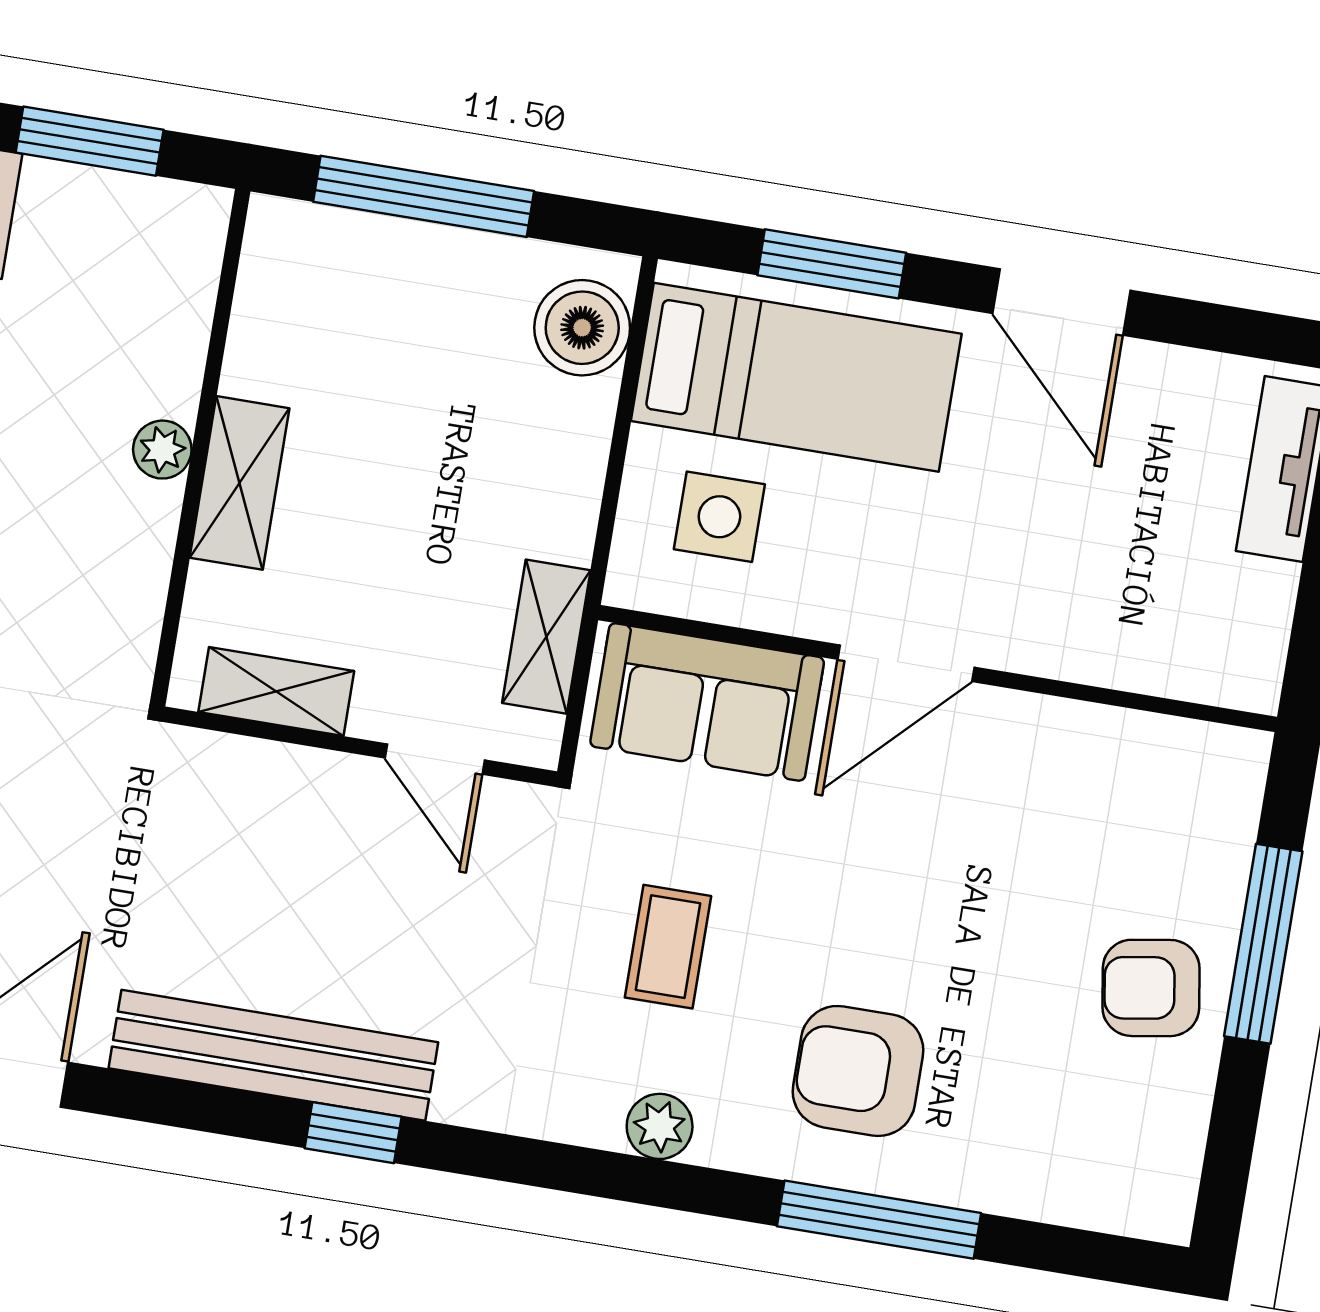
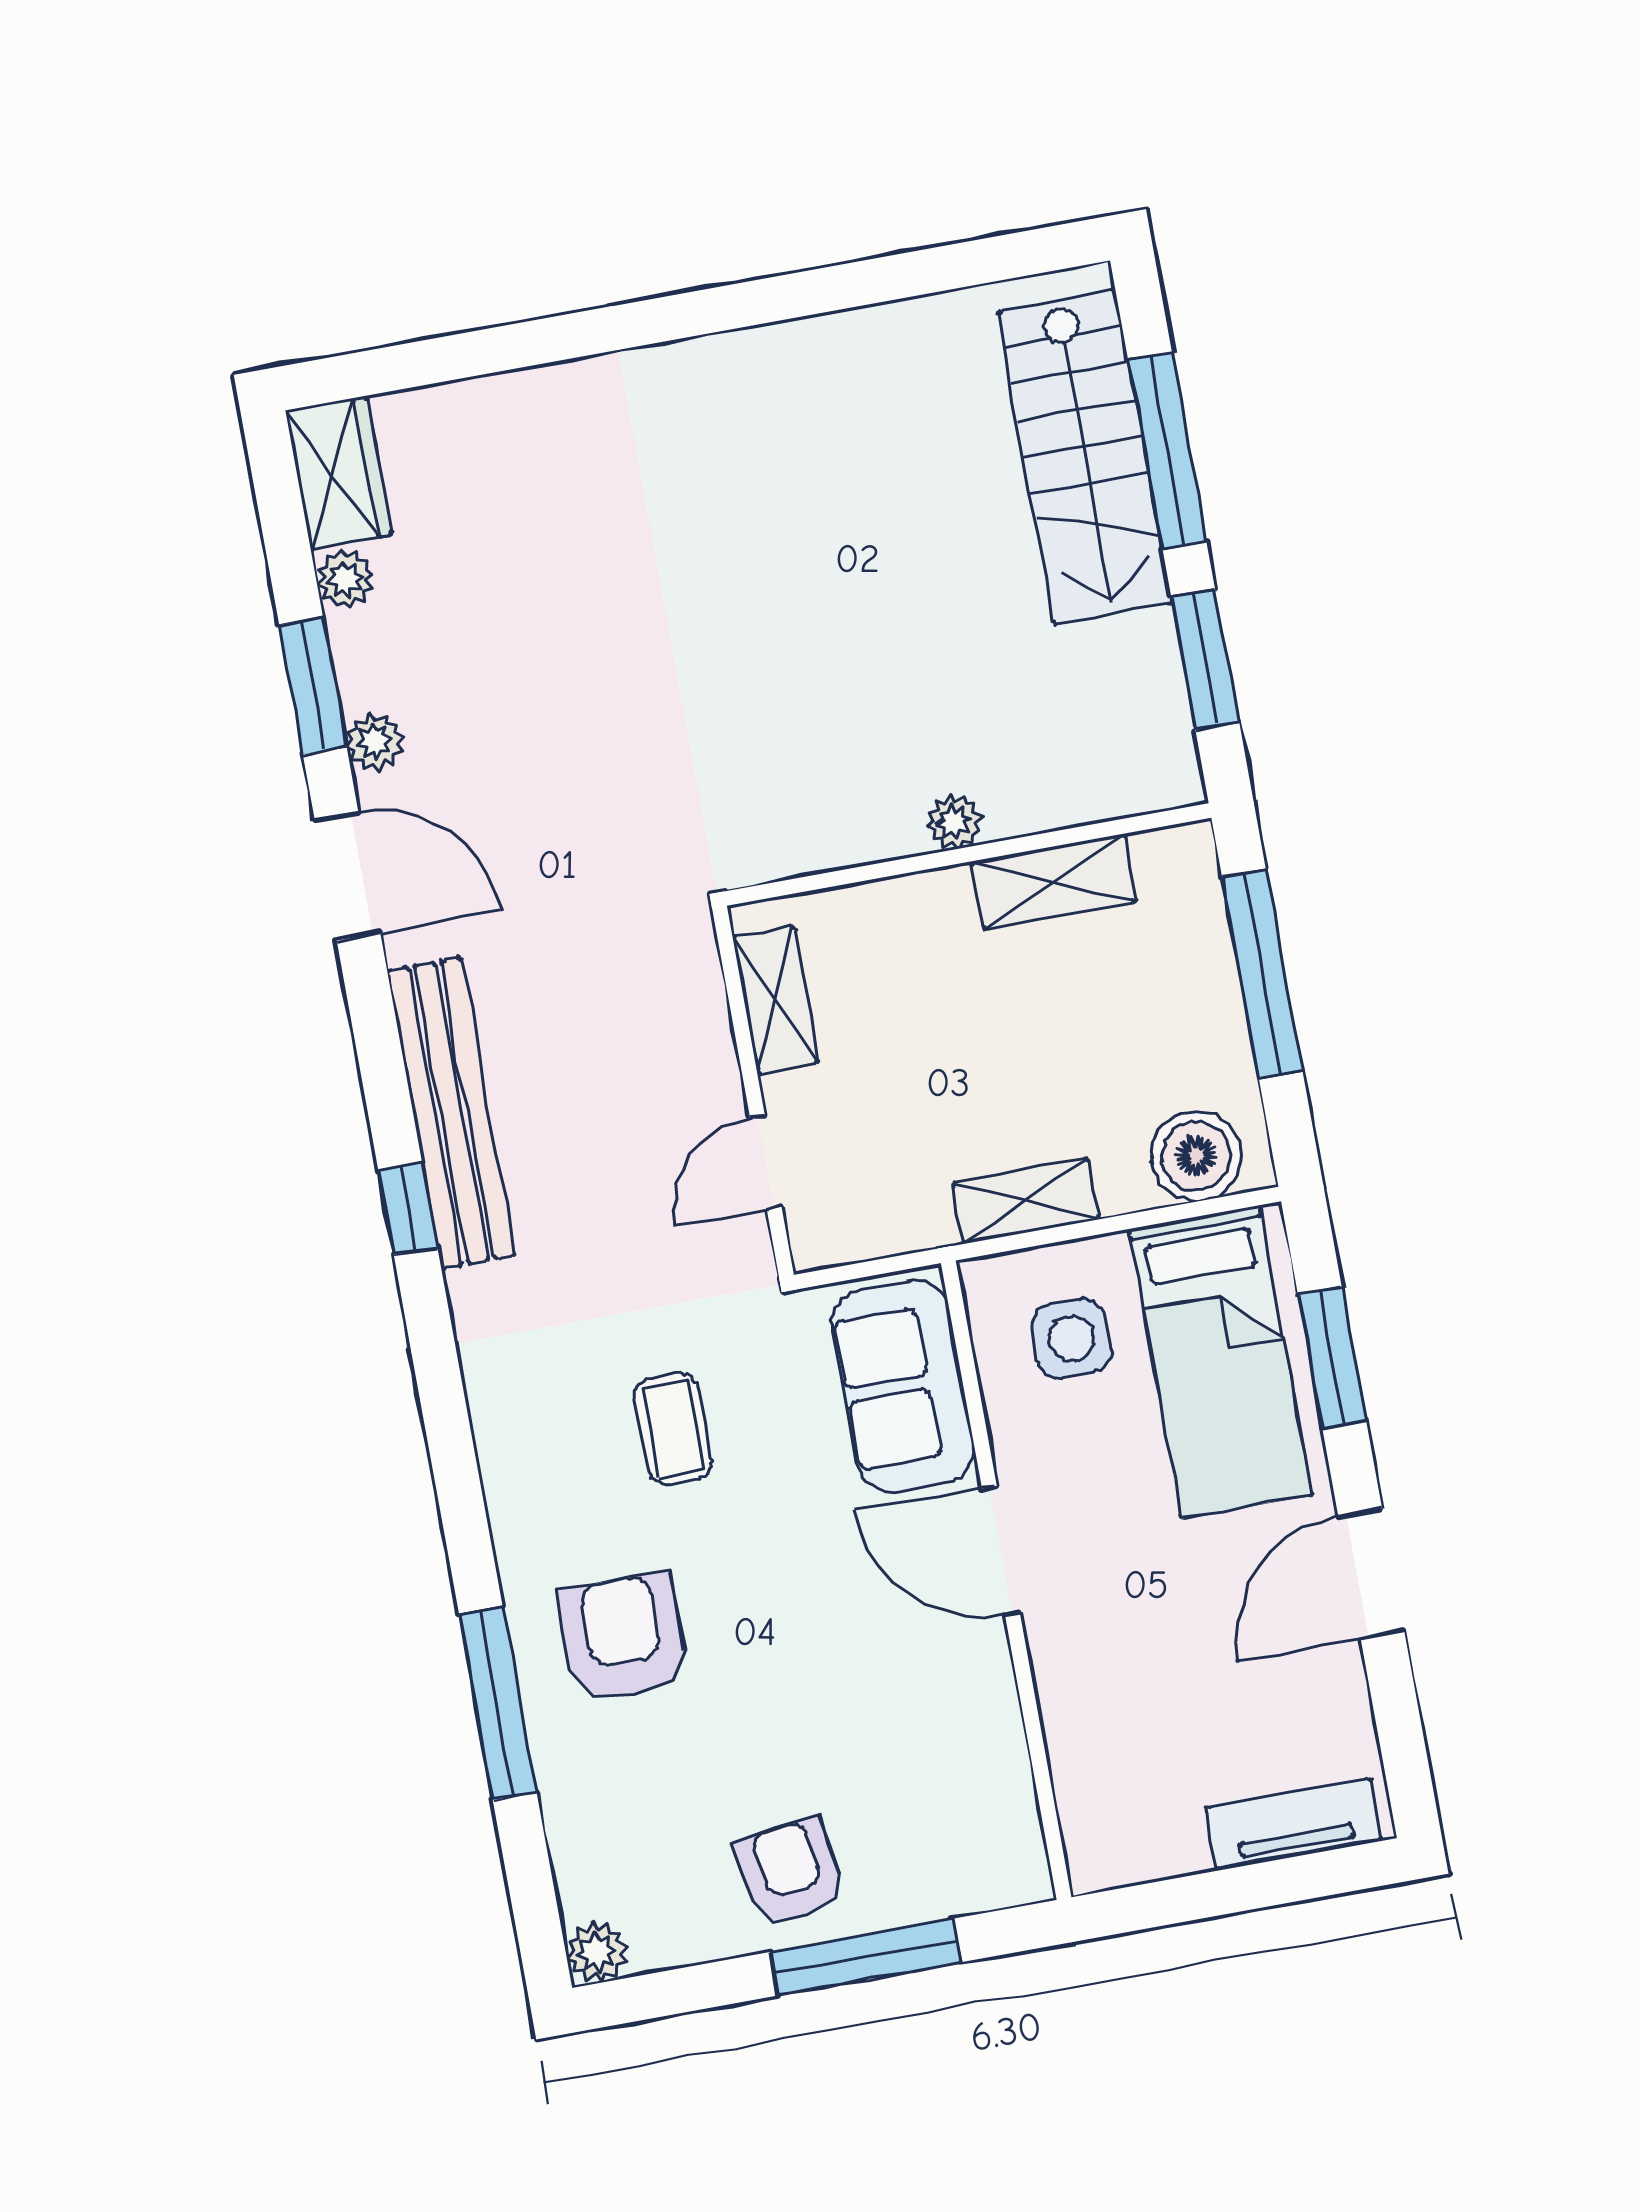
shelving: (240, 483) -> (1054, 882), moved
shelving: (546, 637) -> (1025, 1201), moved
coffee table: (668, 947) -> (673, 1429), turned 90
plant: (660, 1126) -> (597, 1952), moved

